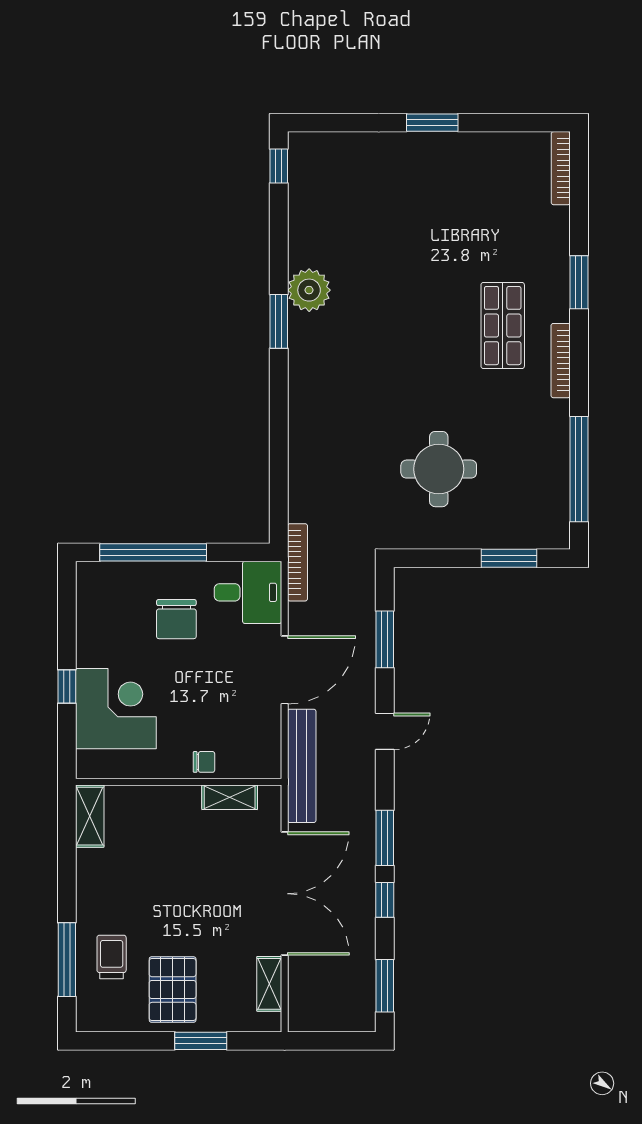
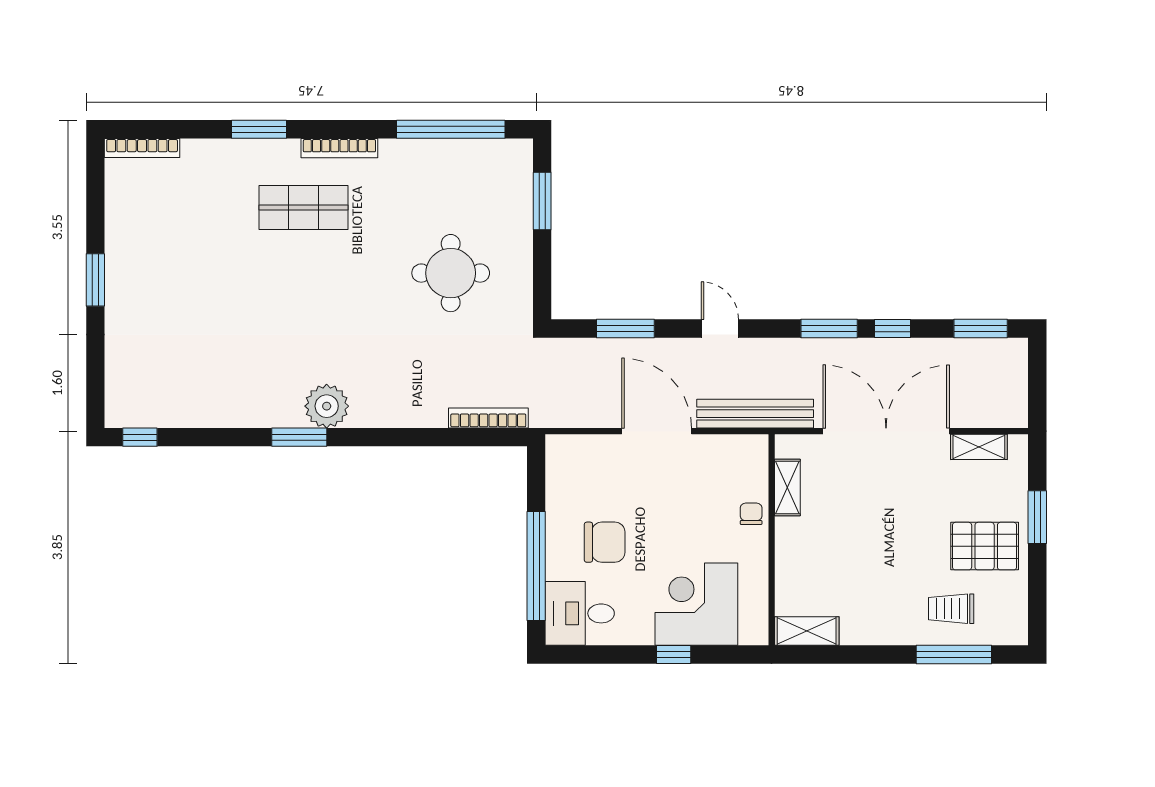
plant: (309, 290) -> (327, 406), moved
bookcase: (297, 562) -> (488, 418), moved
desk: (248, 592) -> (580, 613), moved, turned -90

